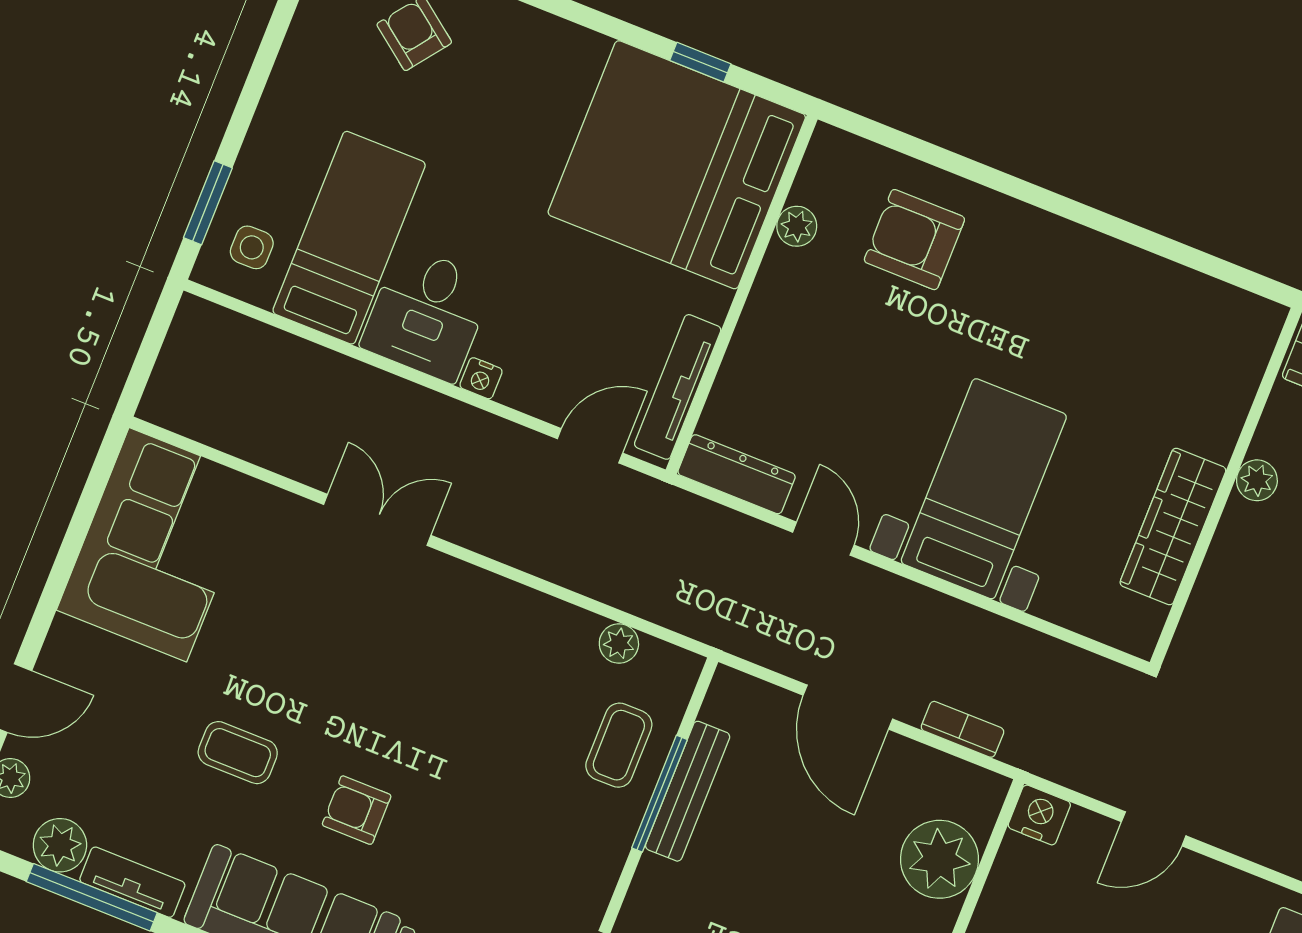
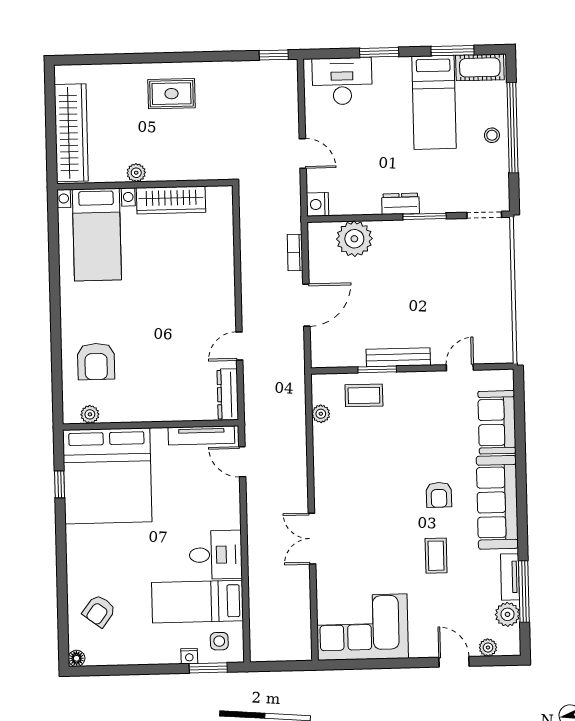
plant: (797, 226) -> (90, 414), moved
nightstand: (481, 378) -> (189, 656), moved, turned 90
bed with nightstands: (984, 489) -> (97, 235), moved, turned -90
bench: (688, 791) -> (398, 357), moved
window: (659, 794) -> (377, 369), width x0.69

